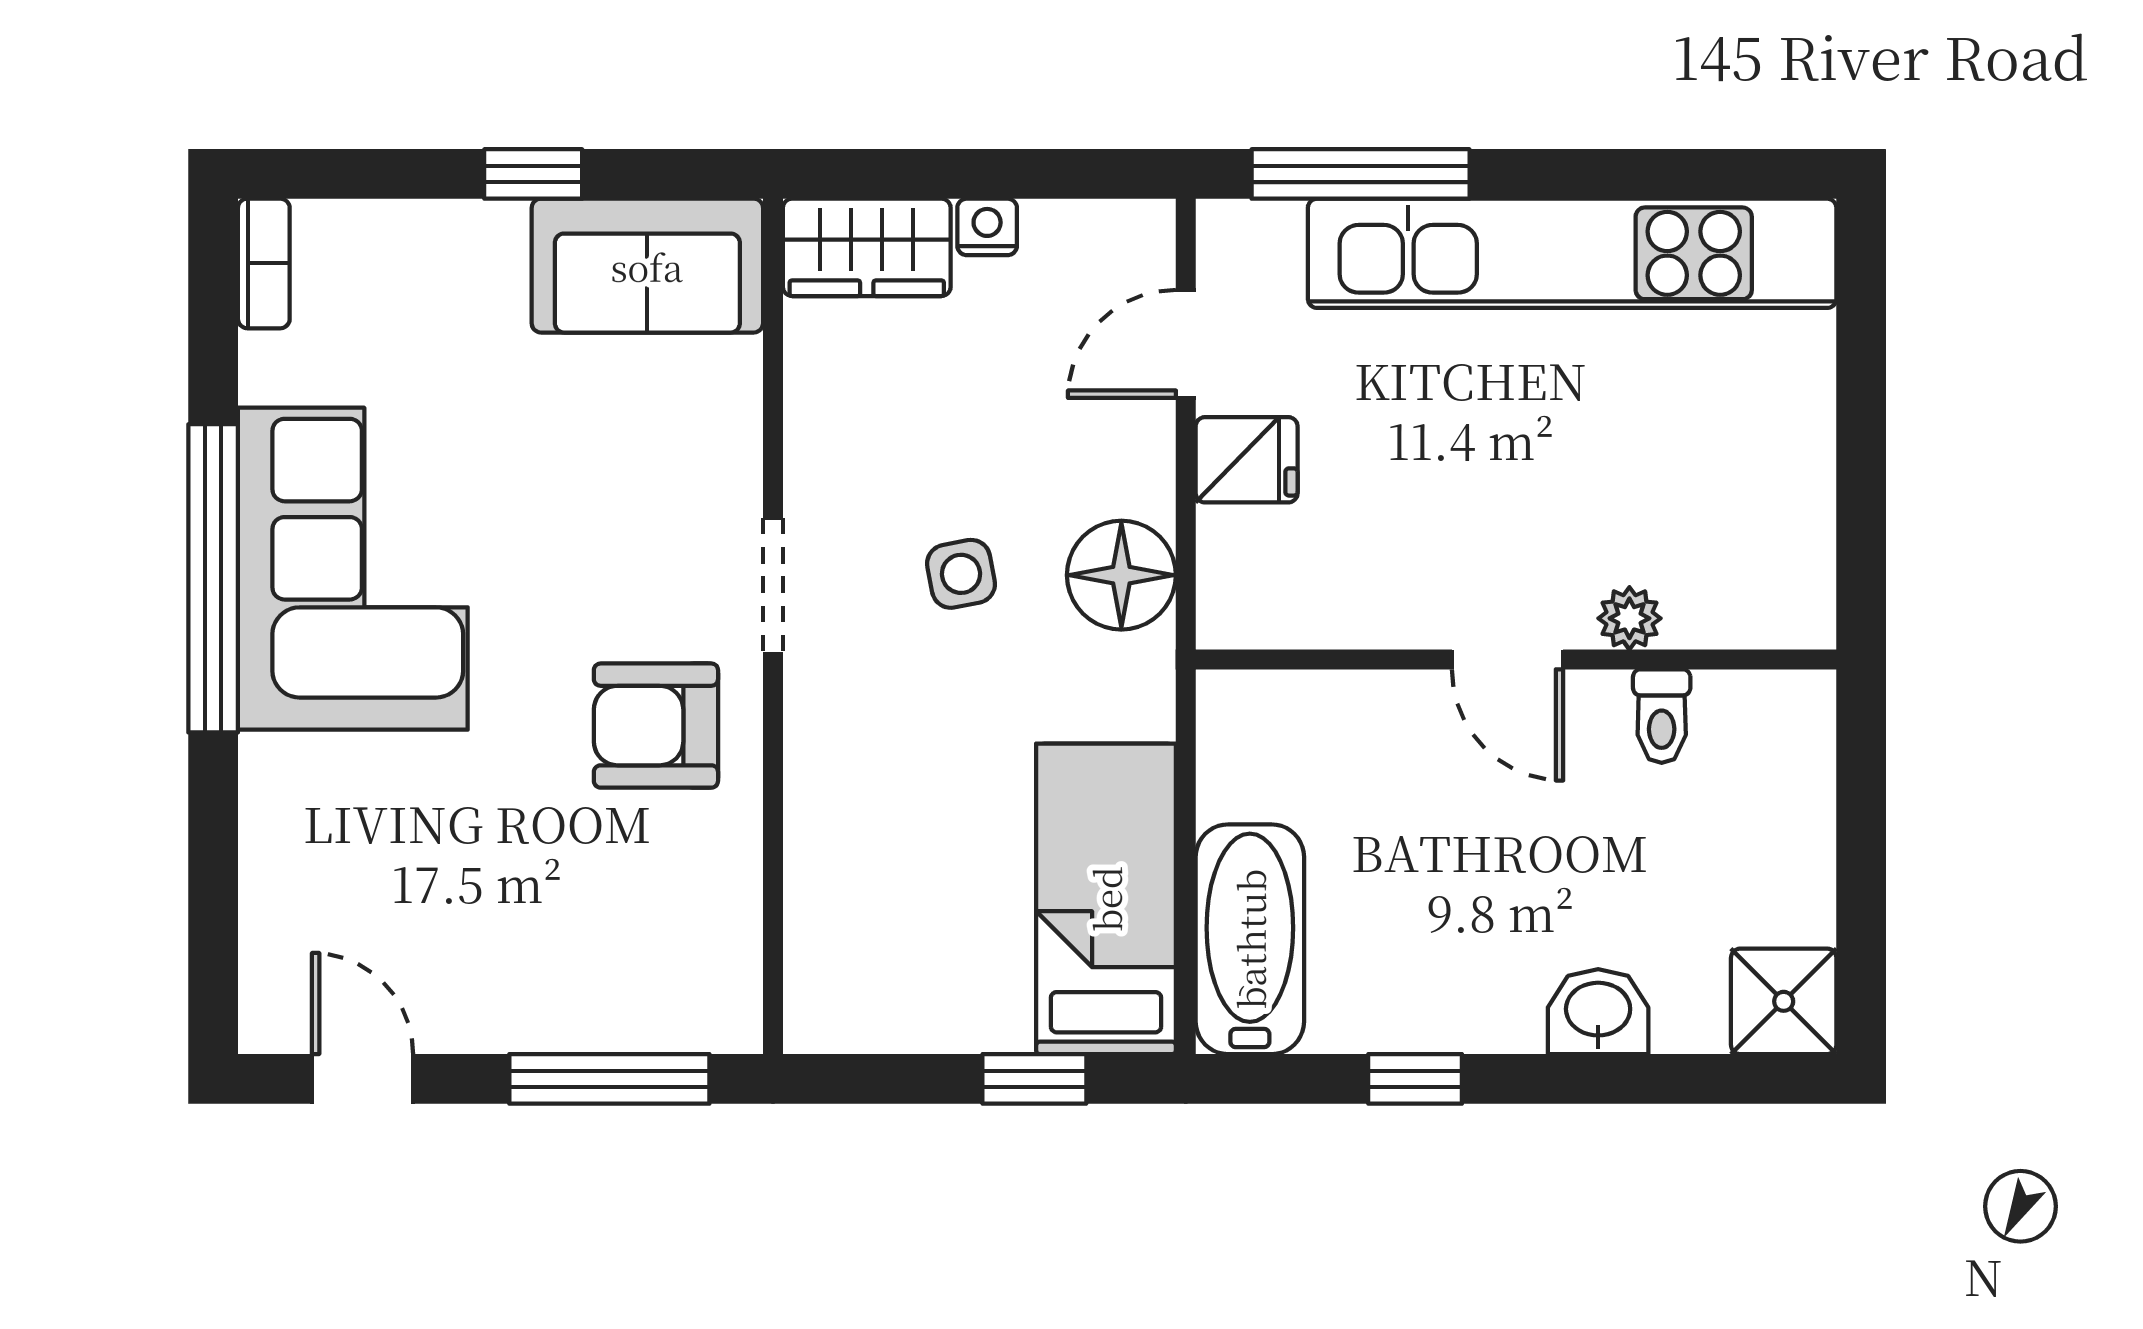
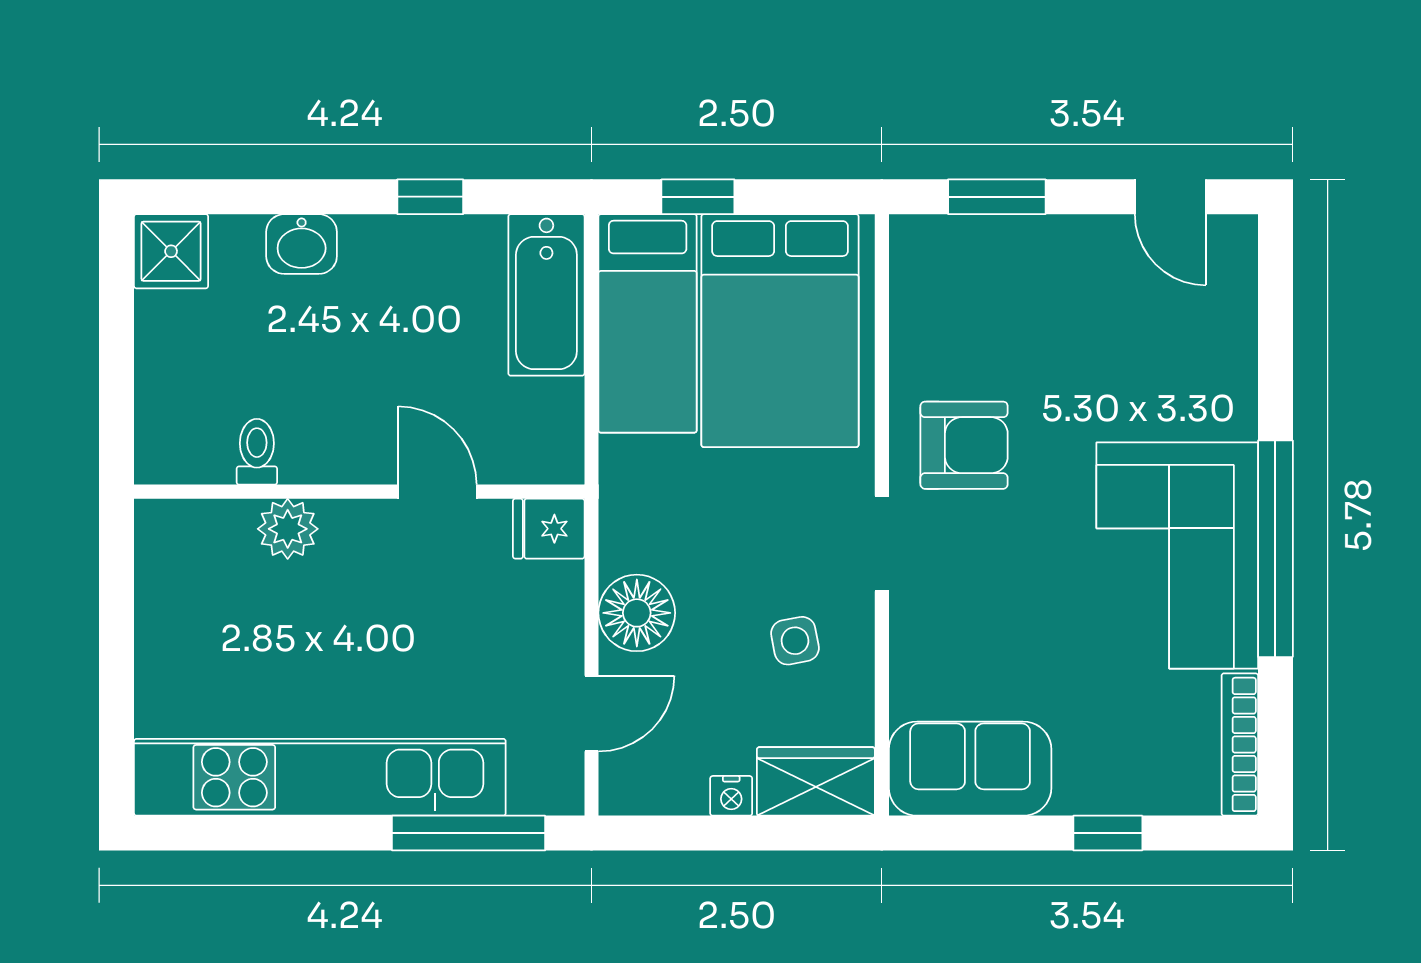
window: (533, 174) -> (1108, 833), moved
bookcase: (264, 263) -> (1240, 744), width x1.56
fridge: (1247, 460) -> (549, 529), moved
side table: (961, 574) -> (795, 641), moved
floor lamp: (1121, 575) -> (637, 613), moved
plant: (1629, 618) -> (288, 529), width x1.38, depth x1.38
door: (1508, 659) -> (437, 492), moved
bed: (918, 889) -> (780, 331), added
window: (609, 1079) -> (997, 197), width x0.69

